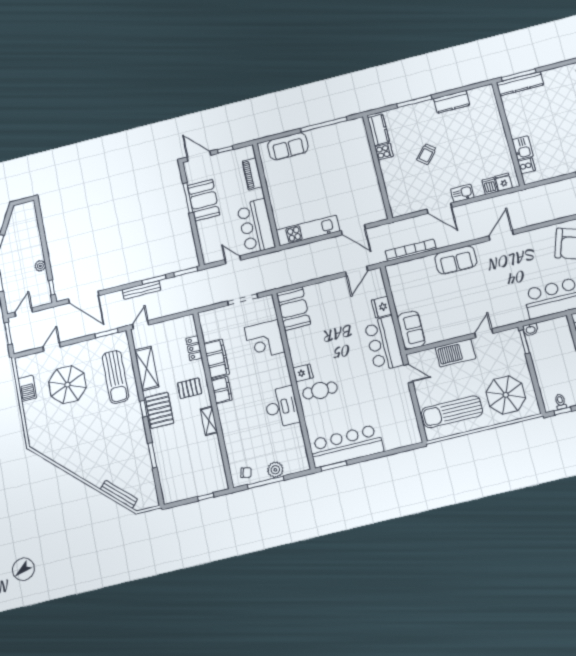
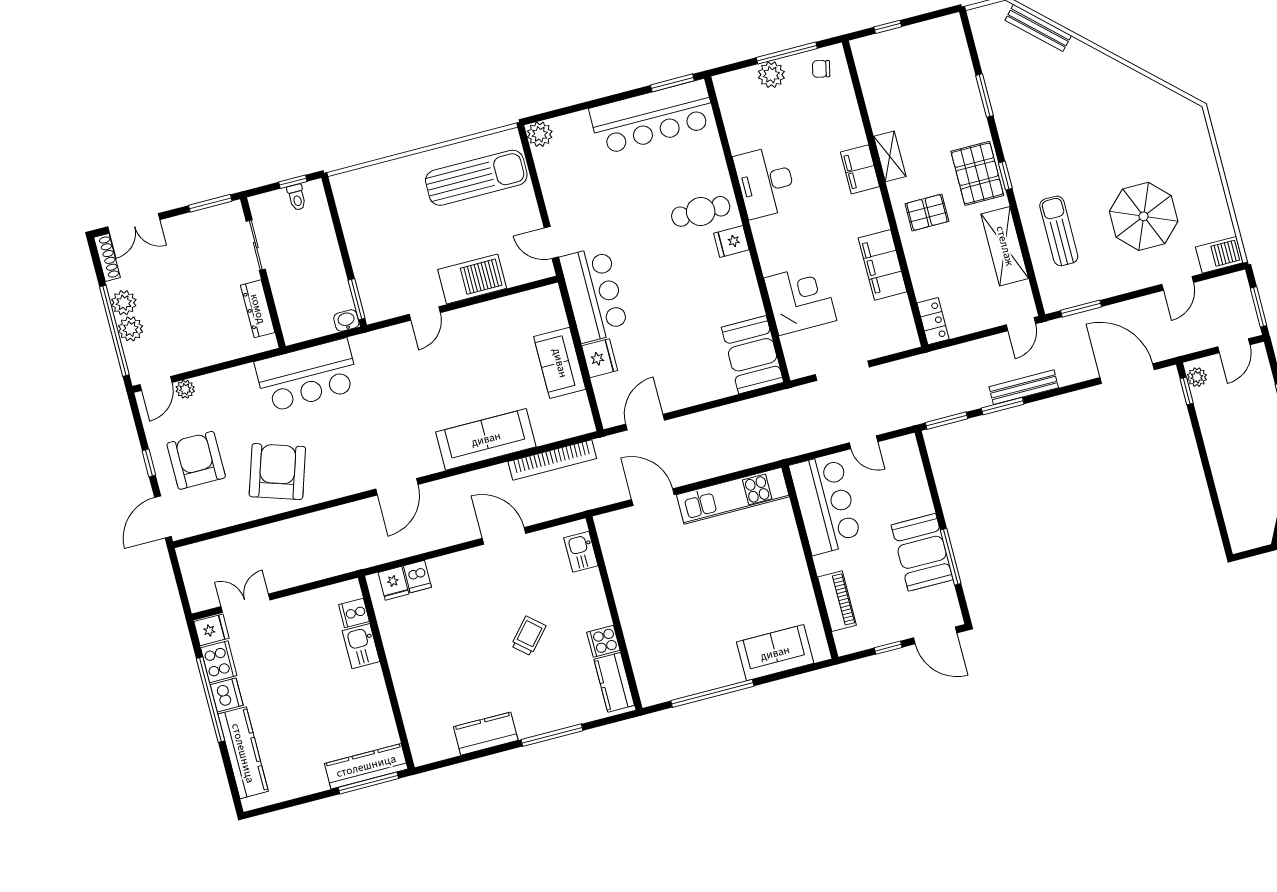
kitchen sink: (462, 193) -> (581, 552), moved, turned 90
sofa: (456, 260) -> (486, 439), width x1.36
plant: (40, 266) -> (1197, 377), moved
sofa: (411, 330) -> (560, 363), moved
locker: (194, 348) -> (933, 321), moved
sun lounger: (116, 377) -> (1059, 231), width x0.73, depth x0.75
barbecue: (27, 388) -> (1219, 255), moved, turned 90
filing cabinet: (222, 390) -> (860, 169), moved
parasol: (506, 395) -> (387, 208), removed
plant: (414, 437) -> (540, 134), added

